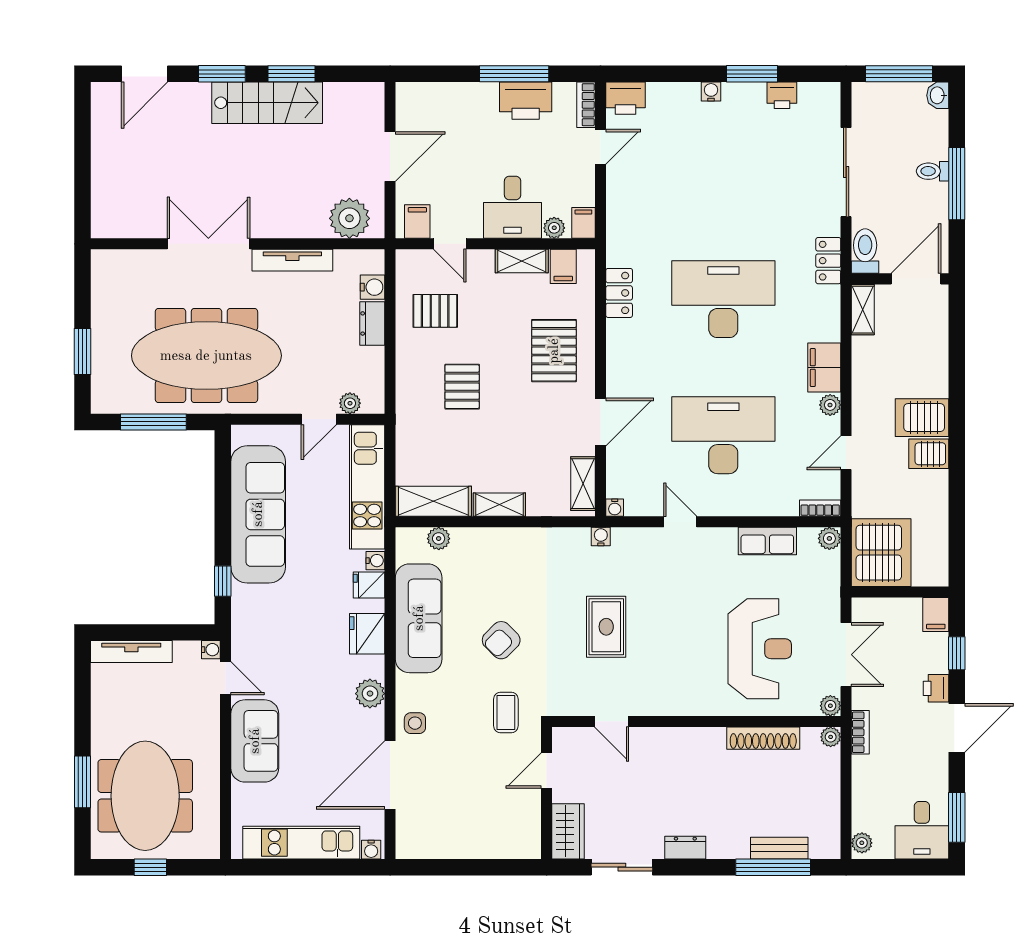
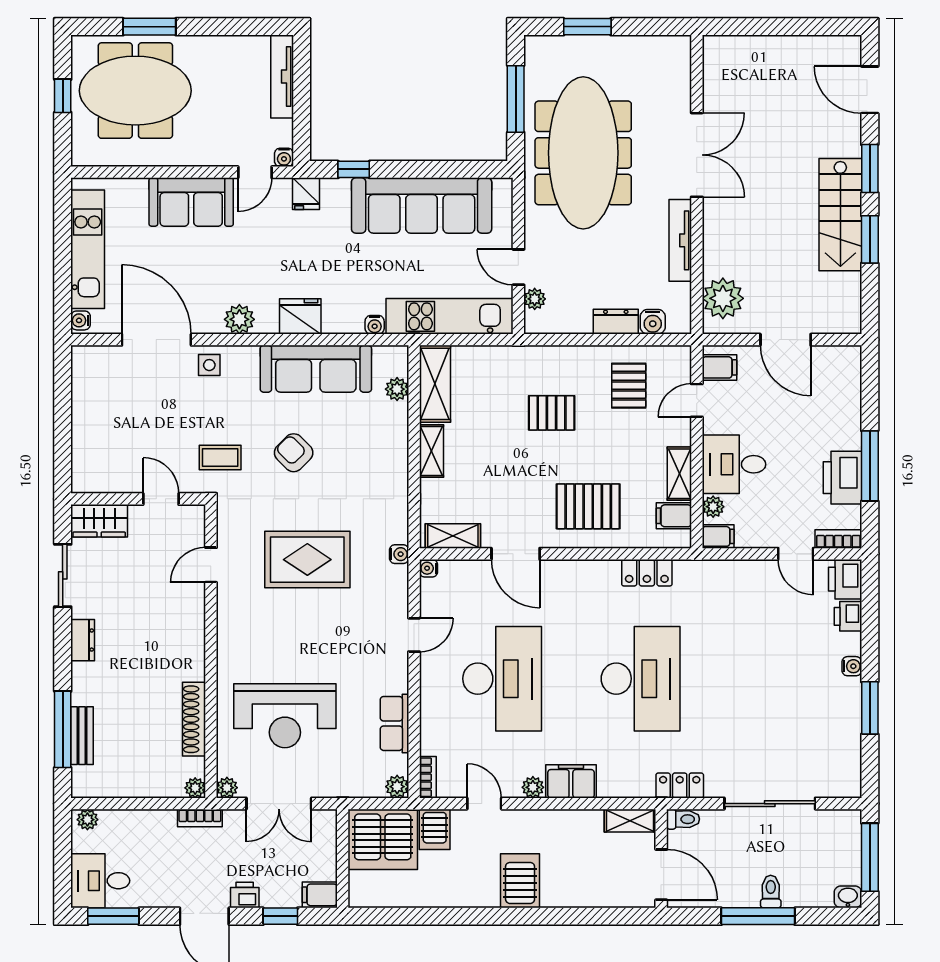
printer: (782, 95) -> (848, 616), moved
toilet: (865, 251) -> (683, 819), width x0.73, depth x0.72
server rack: (929, 454) -> (435, 829), moved, turned 180
fridge: (369, 585) -> (306, 194), moved, turned 180
rug: (606, 627) -> (307, 560), width x1.36, depth x1.43

